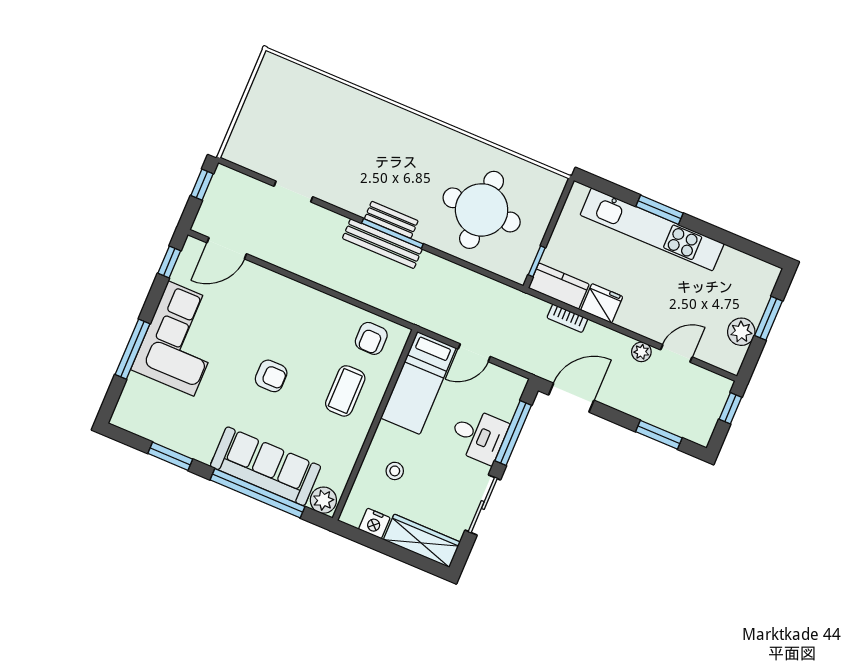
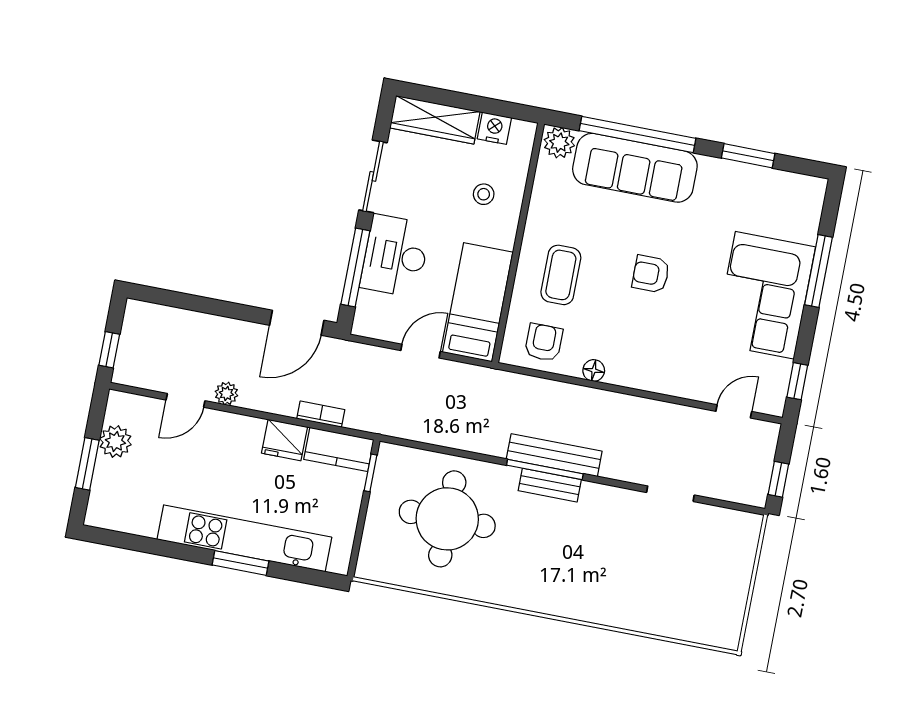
door: (227, 248) -> (734, 411), width x0.73
floor lamp: (335, 306) -> (594, 370), added
window: (659, 435) -> (186, 301), removed
desk: (478, 436) -> (395, 256), width x1.37

